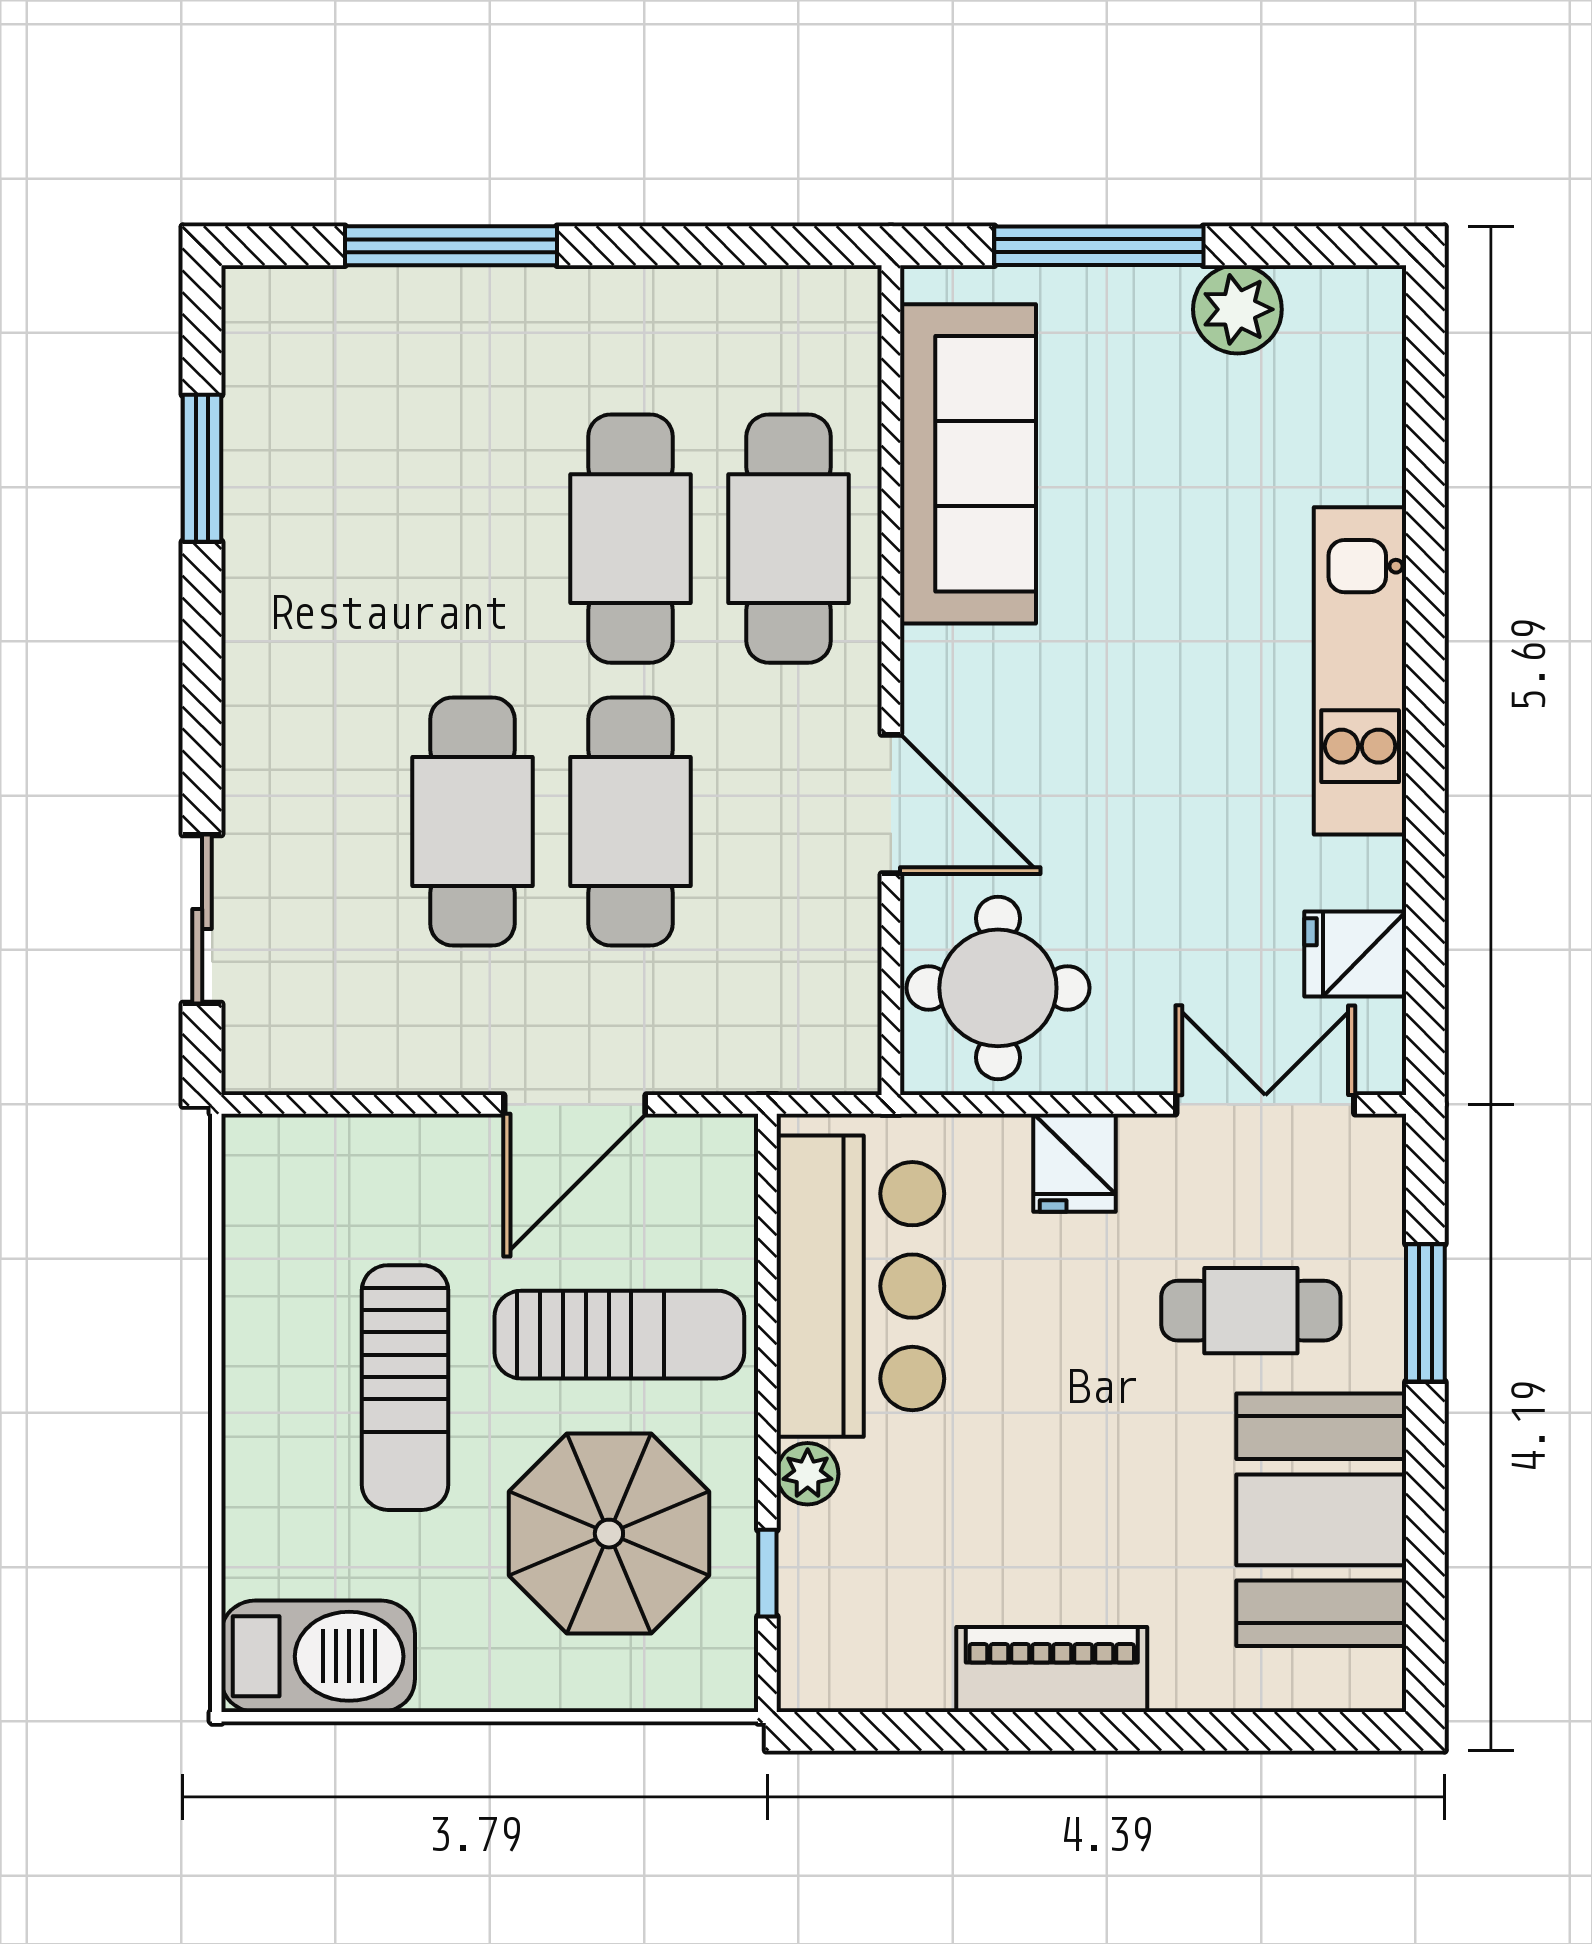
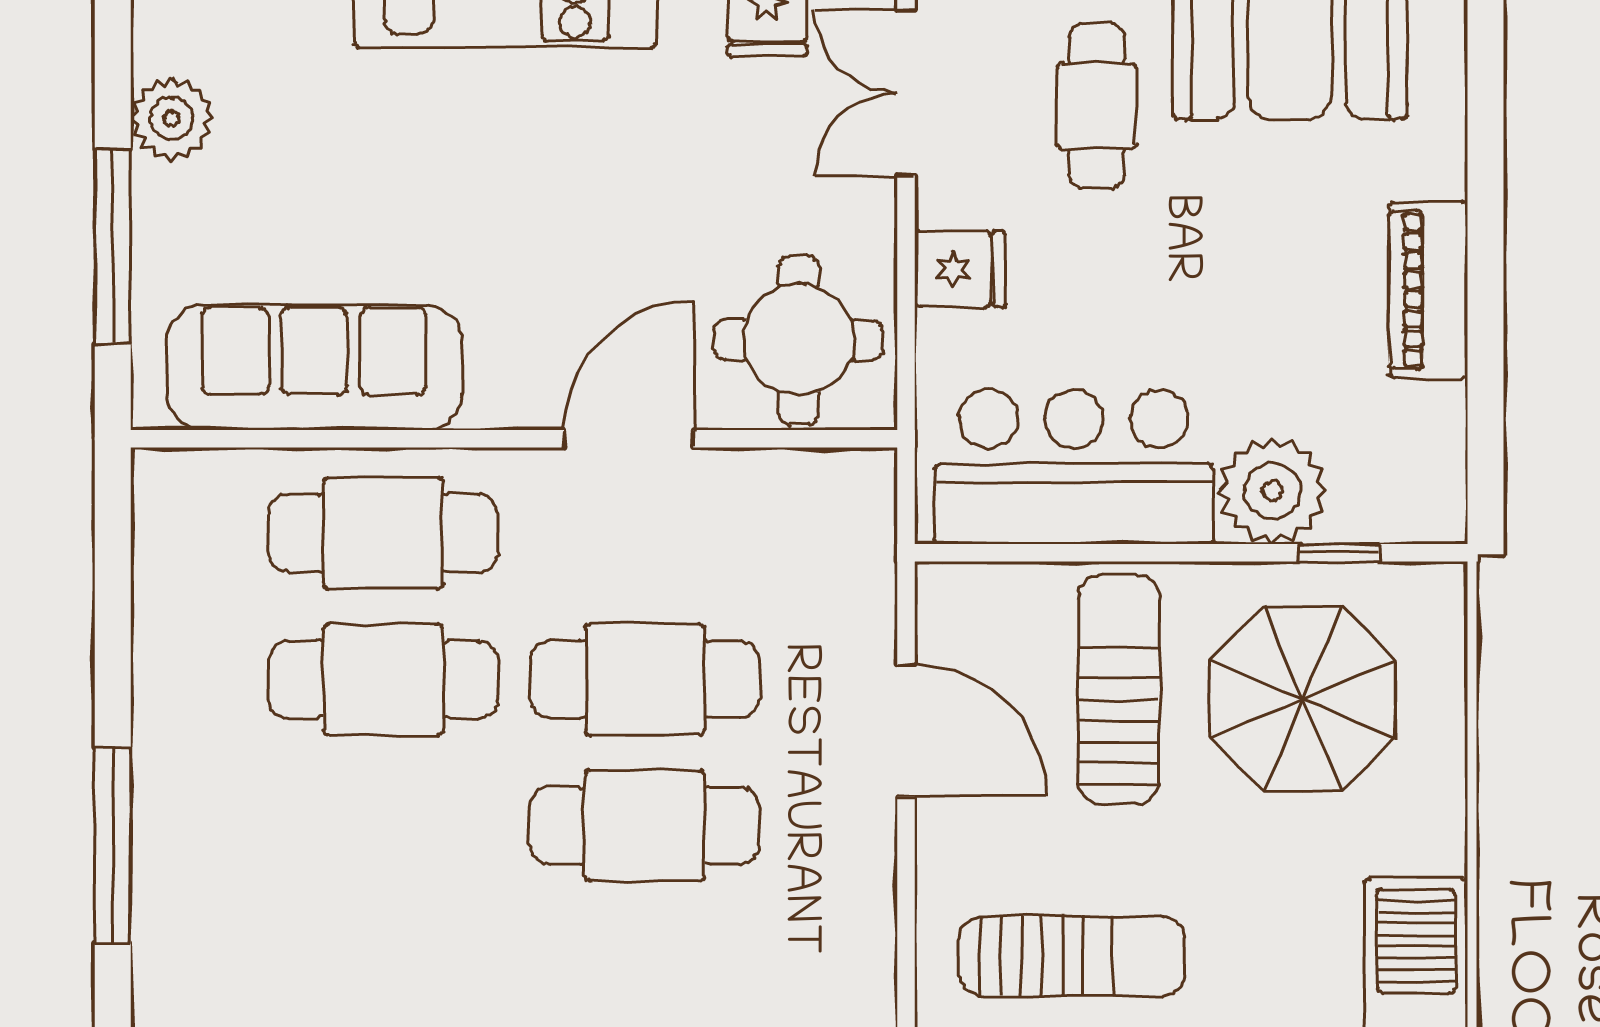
sun lounger: (405, 1388) -> (1072, 956), moved
plant: (808, 1474) -> (1272, 491), width x1.88, depth x1.88

